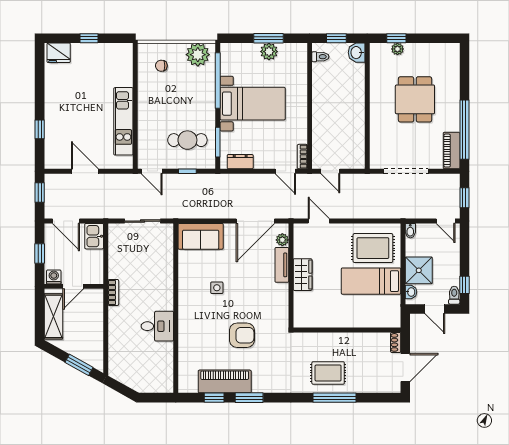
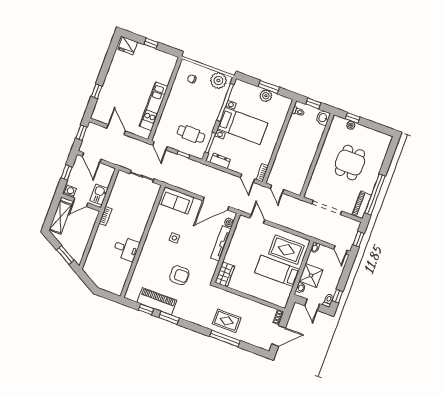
kitchen sink: (94, 236) -> (99, 195), moved
tv unit: (282, 265) -> (221, 243), width x1.41
wardrobe: (303, 275) -> (225, 274), moved

